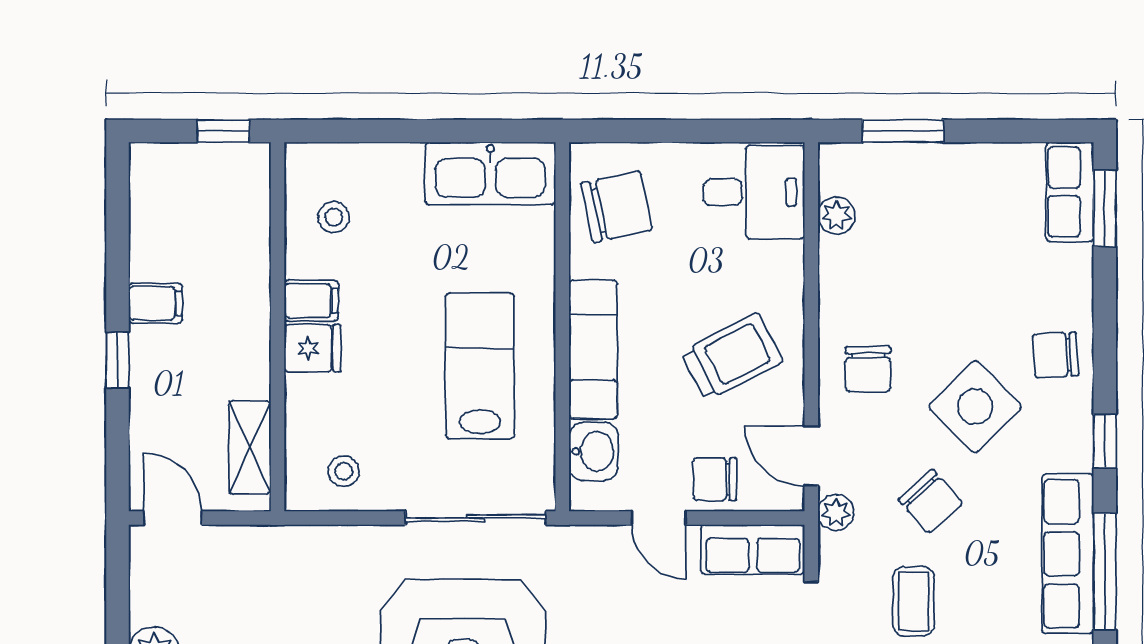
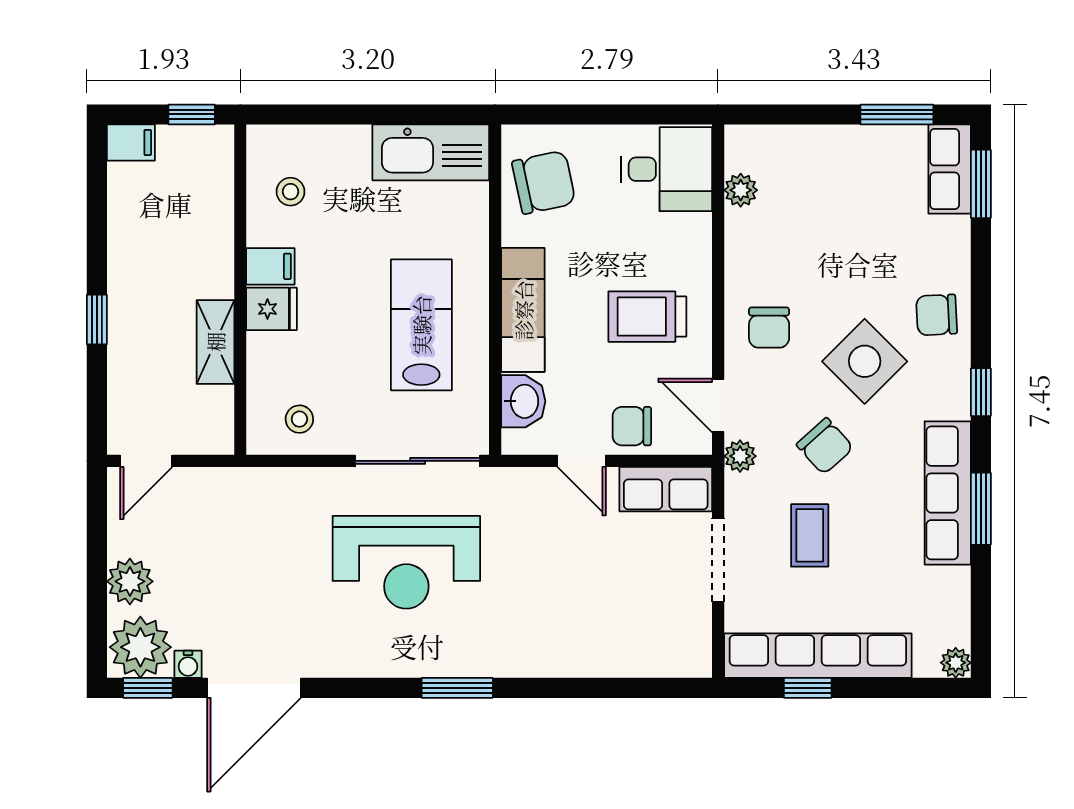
window: (903, 131) -> (897, 114), moved
filing cabinet: (155, 303) -> (131, 142), moved
trolley: (732, 357) -> (647, 317), turned -153
shelving: (250, 447) -> (215, 342), moved
door: (172, 518) -> (146, 461), swing flipped
window: (1105, 571) -> (981, 509), width x0.69

